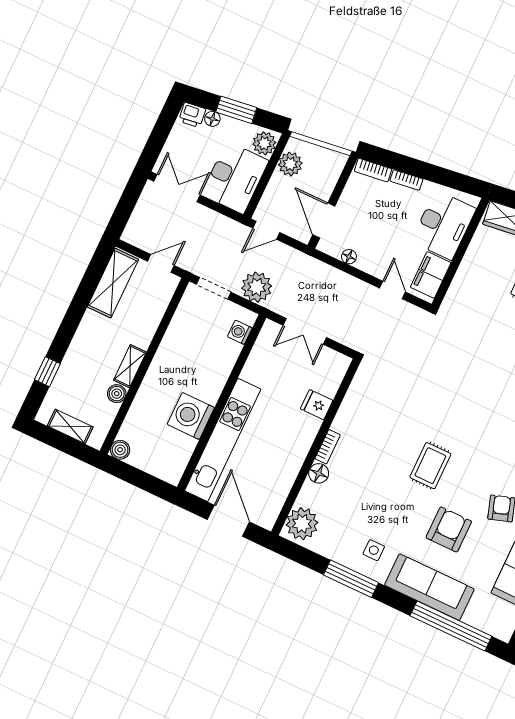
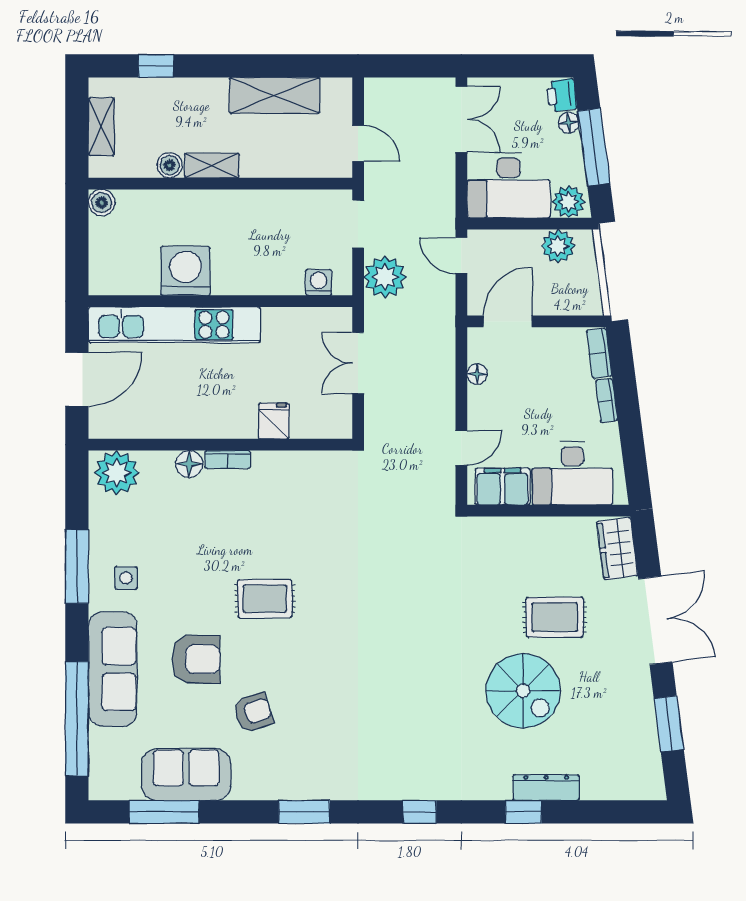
window: (236, 110) -> (594, 147), width x1.44
shelving: (113, 283) -> (275, 95), moved

